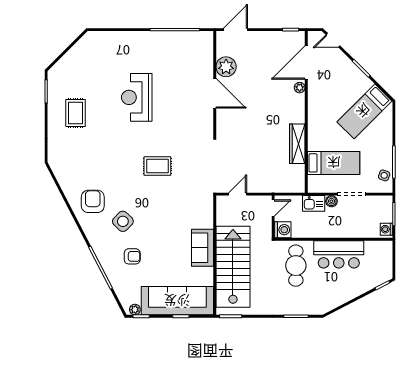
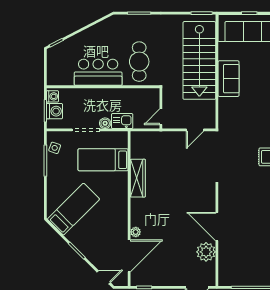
washing machine: (283, 230) -> (54, 111), moved, turned 180

